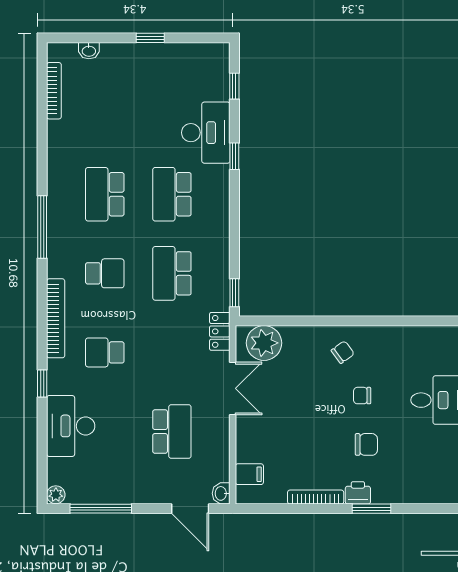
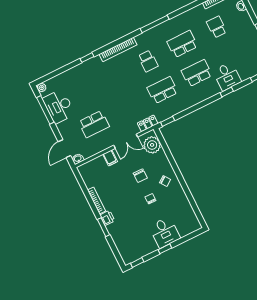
desk: (206, 133) -> (227, 76), width x0.73
school desk: (105, 352) -> (217, 27), moved
desk: (71, 426) -> (59, 106), moved, turned -90
chair: (366, 444) -> (140, 176), moved
filing cabinet: (249, 474) -> (110, 158), moved

